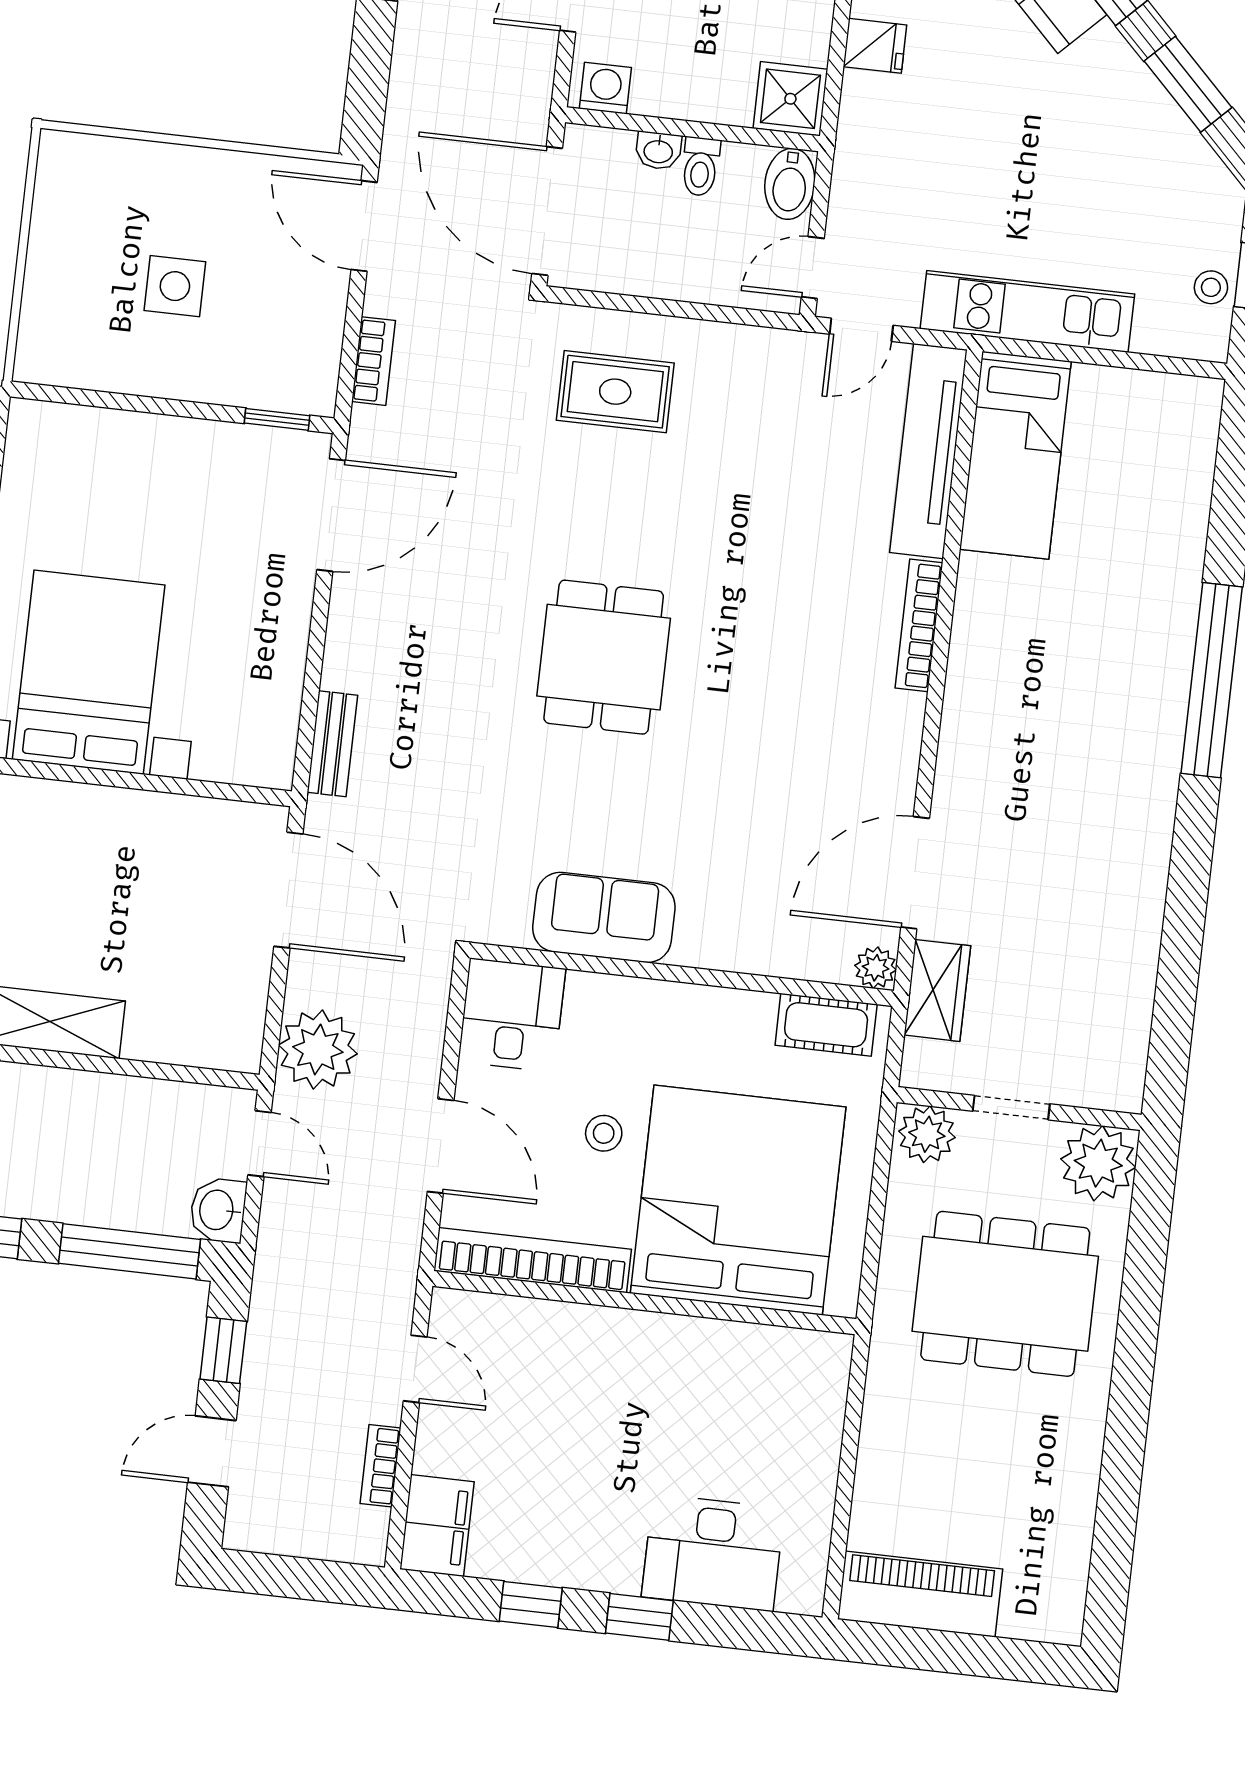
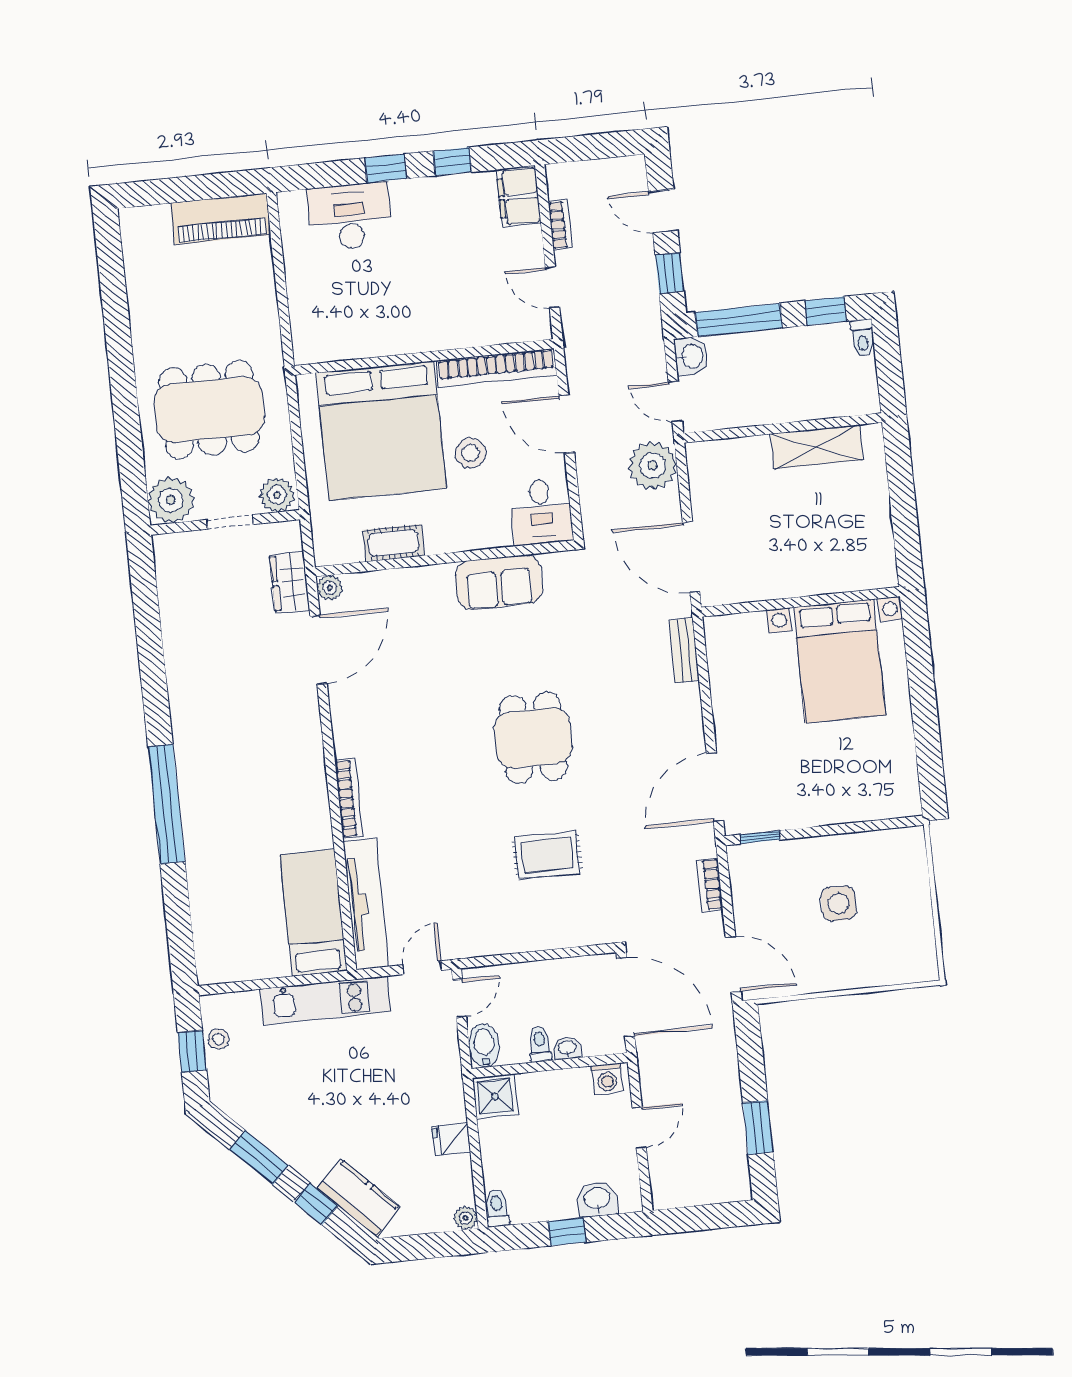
rug: (615, 392) -> (547, 855), moved
cot: (826, 1025) -> (394, 543), moved
stool: (604, 1133) -> (471, 453), width x1.37, depth x1.37
door: (212, 1451) -> (663, 211), swing flipped

